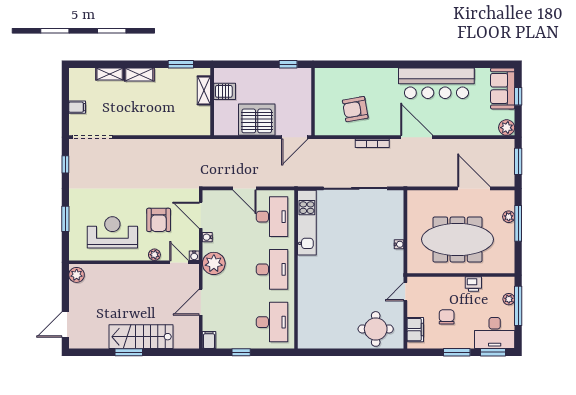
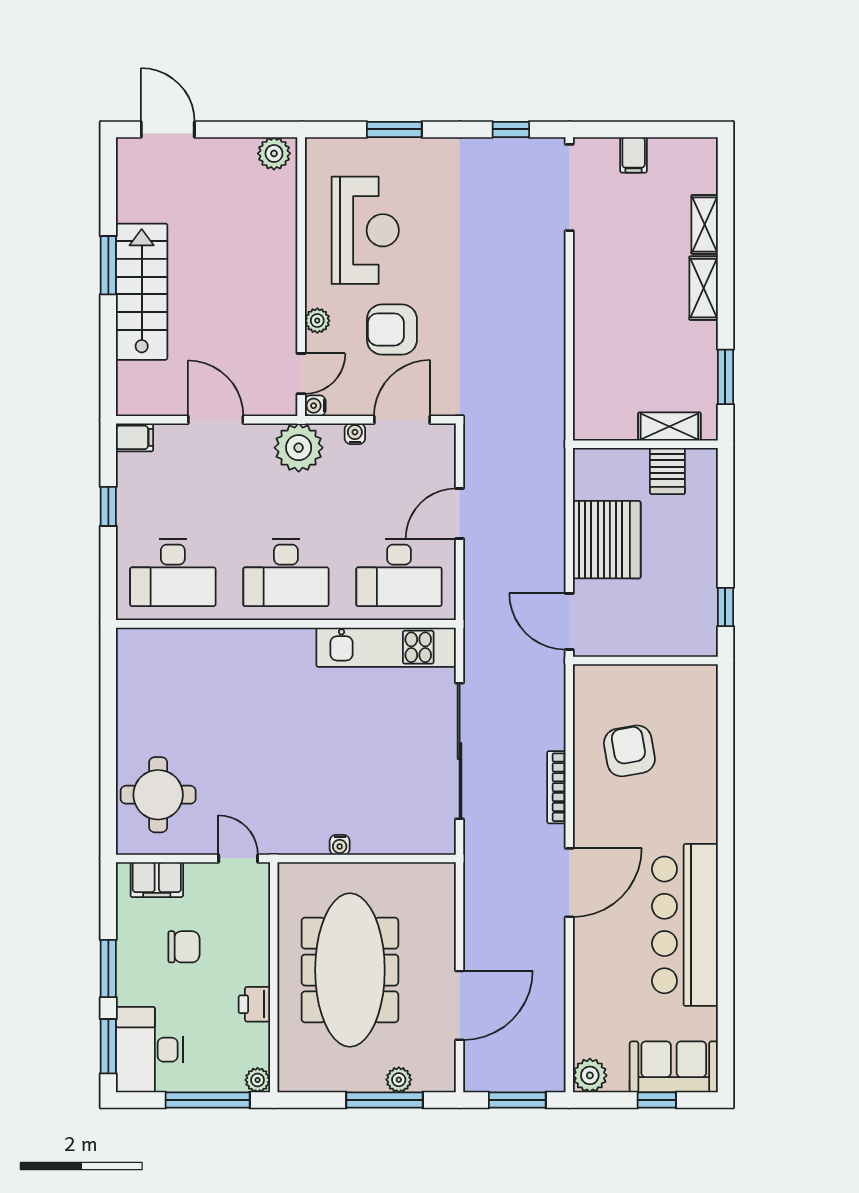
plant: (509, 299) -> (258, 1080), moved

